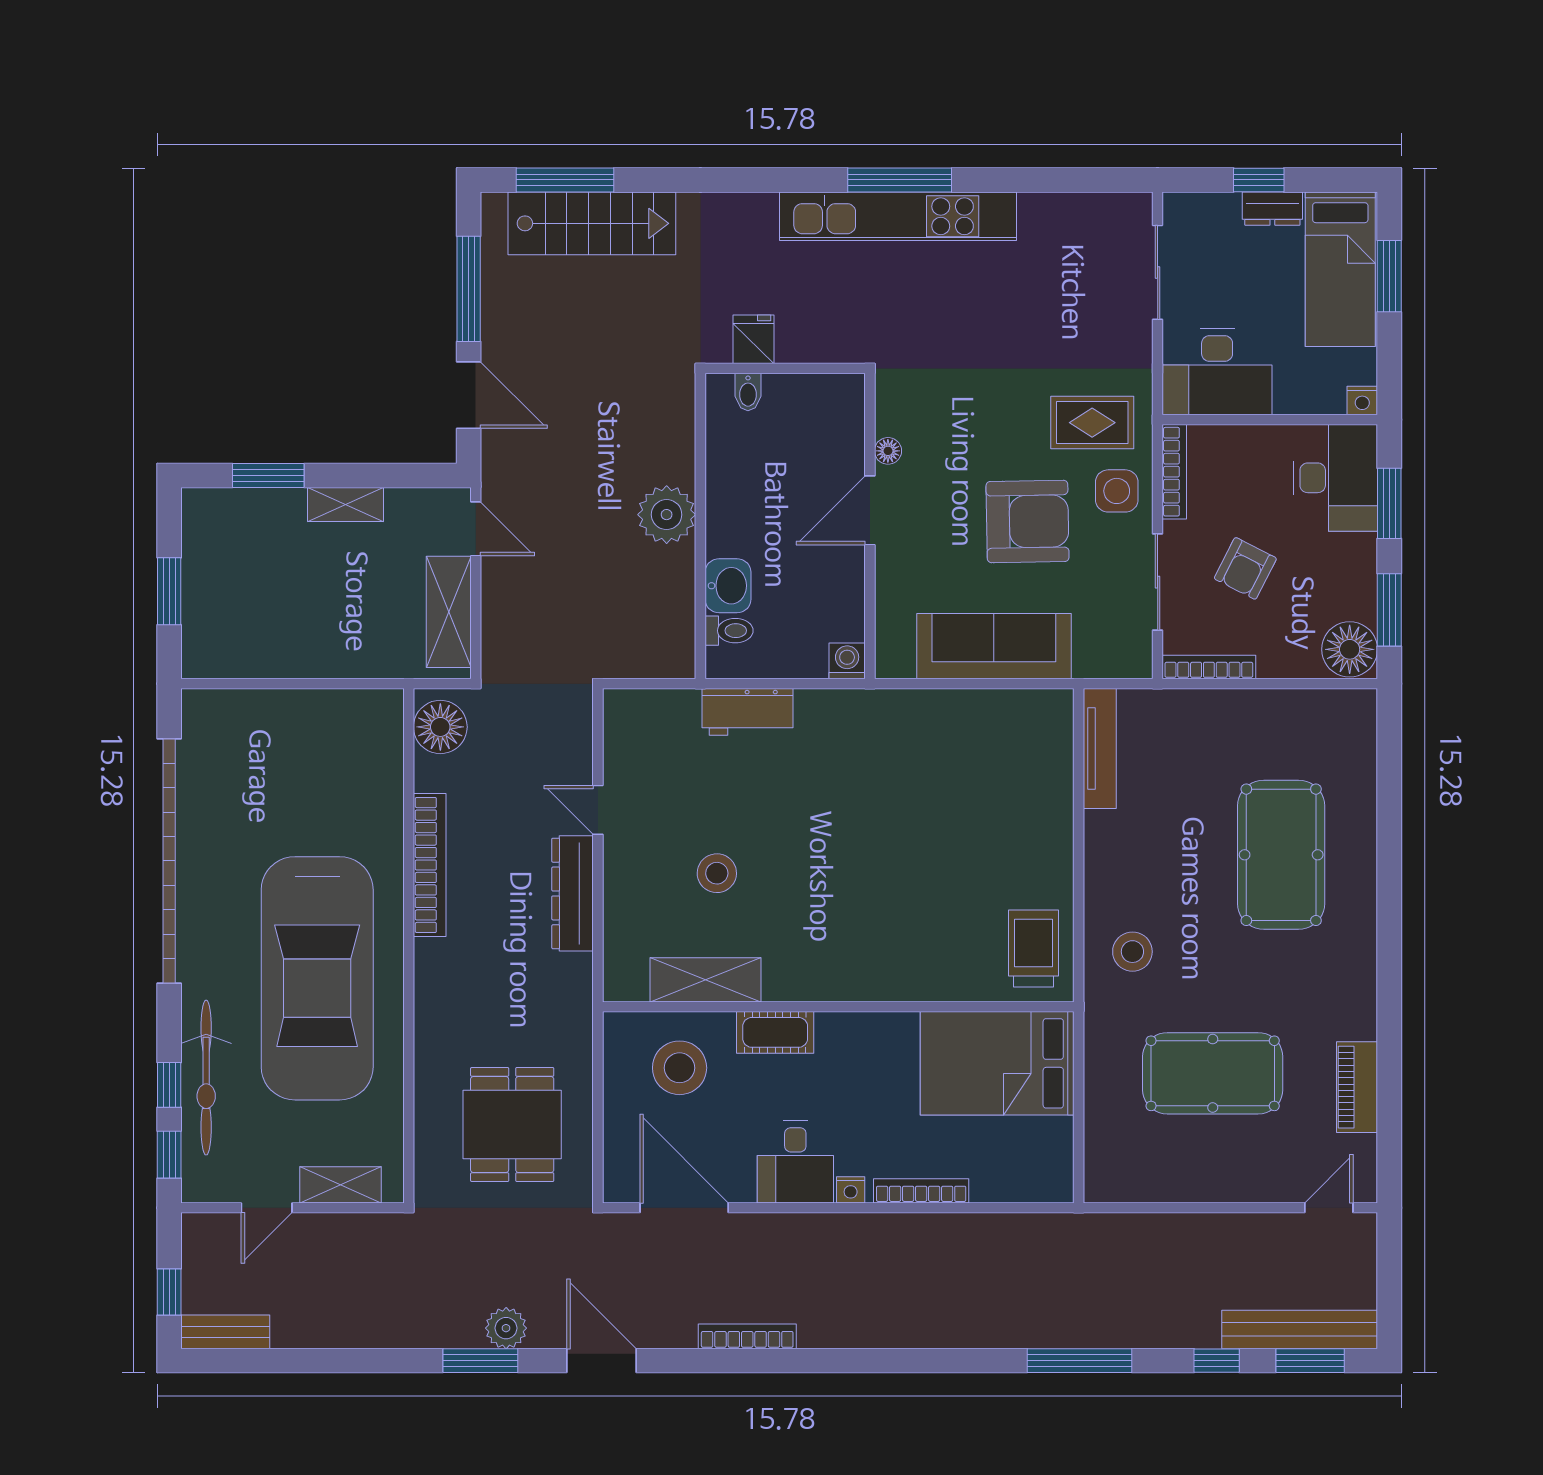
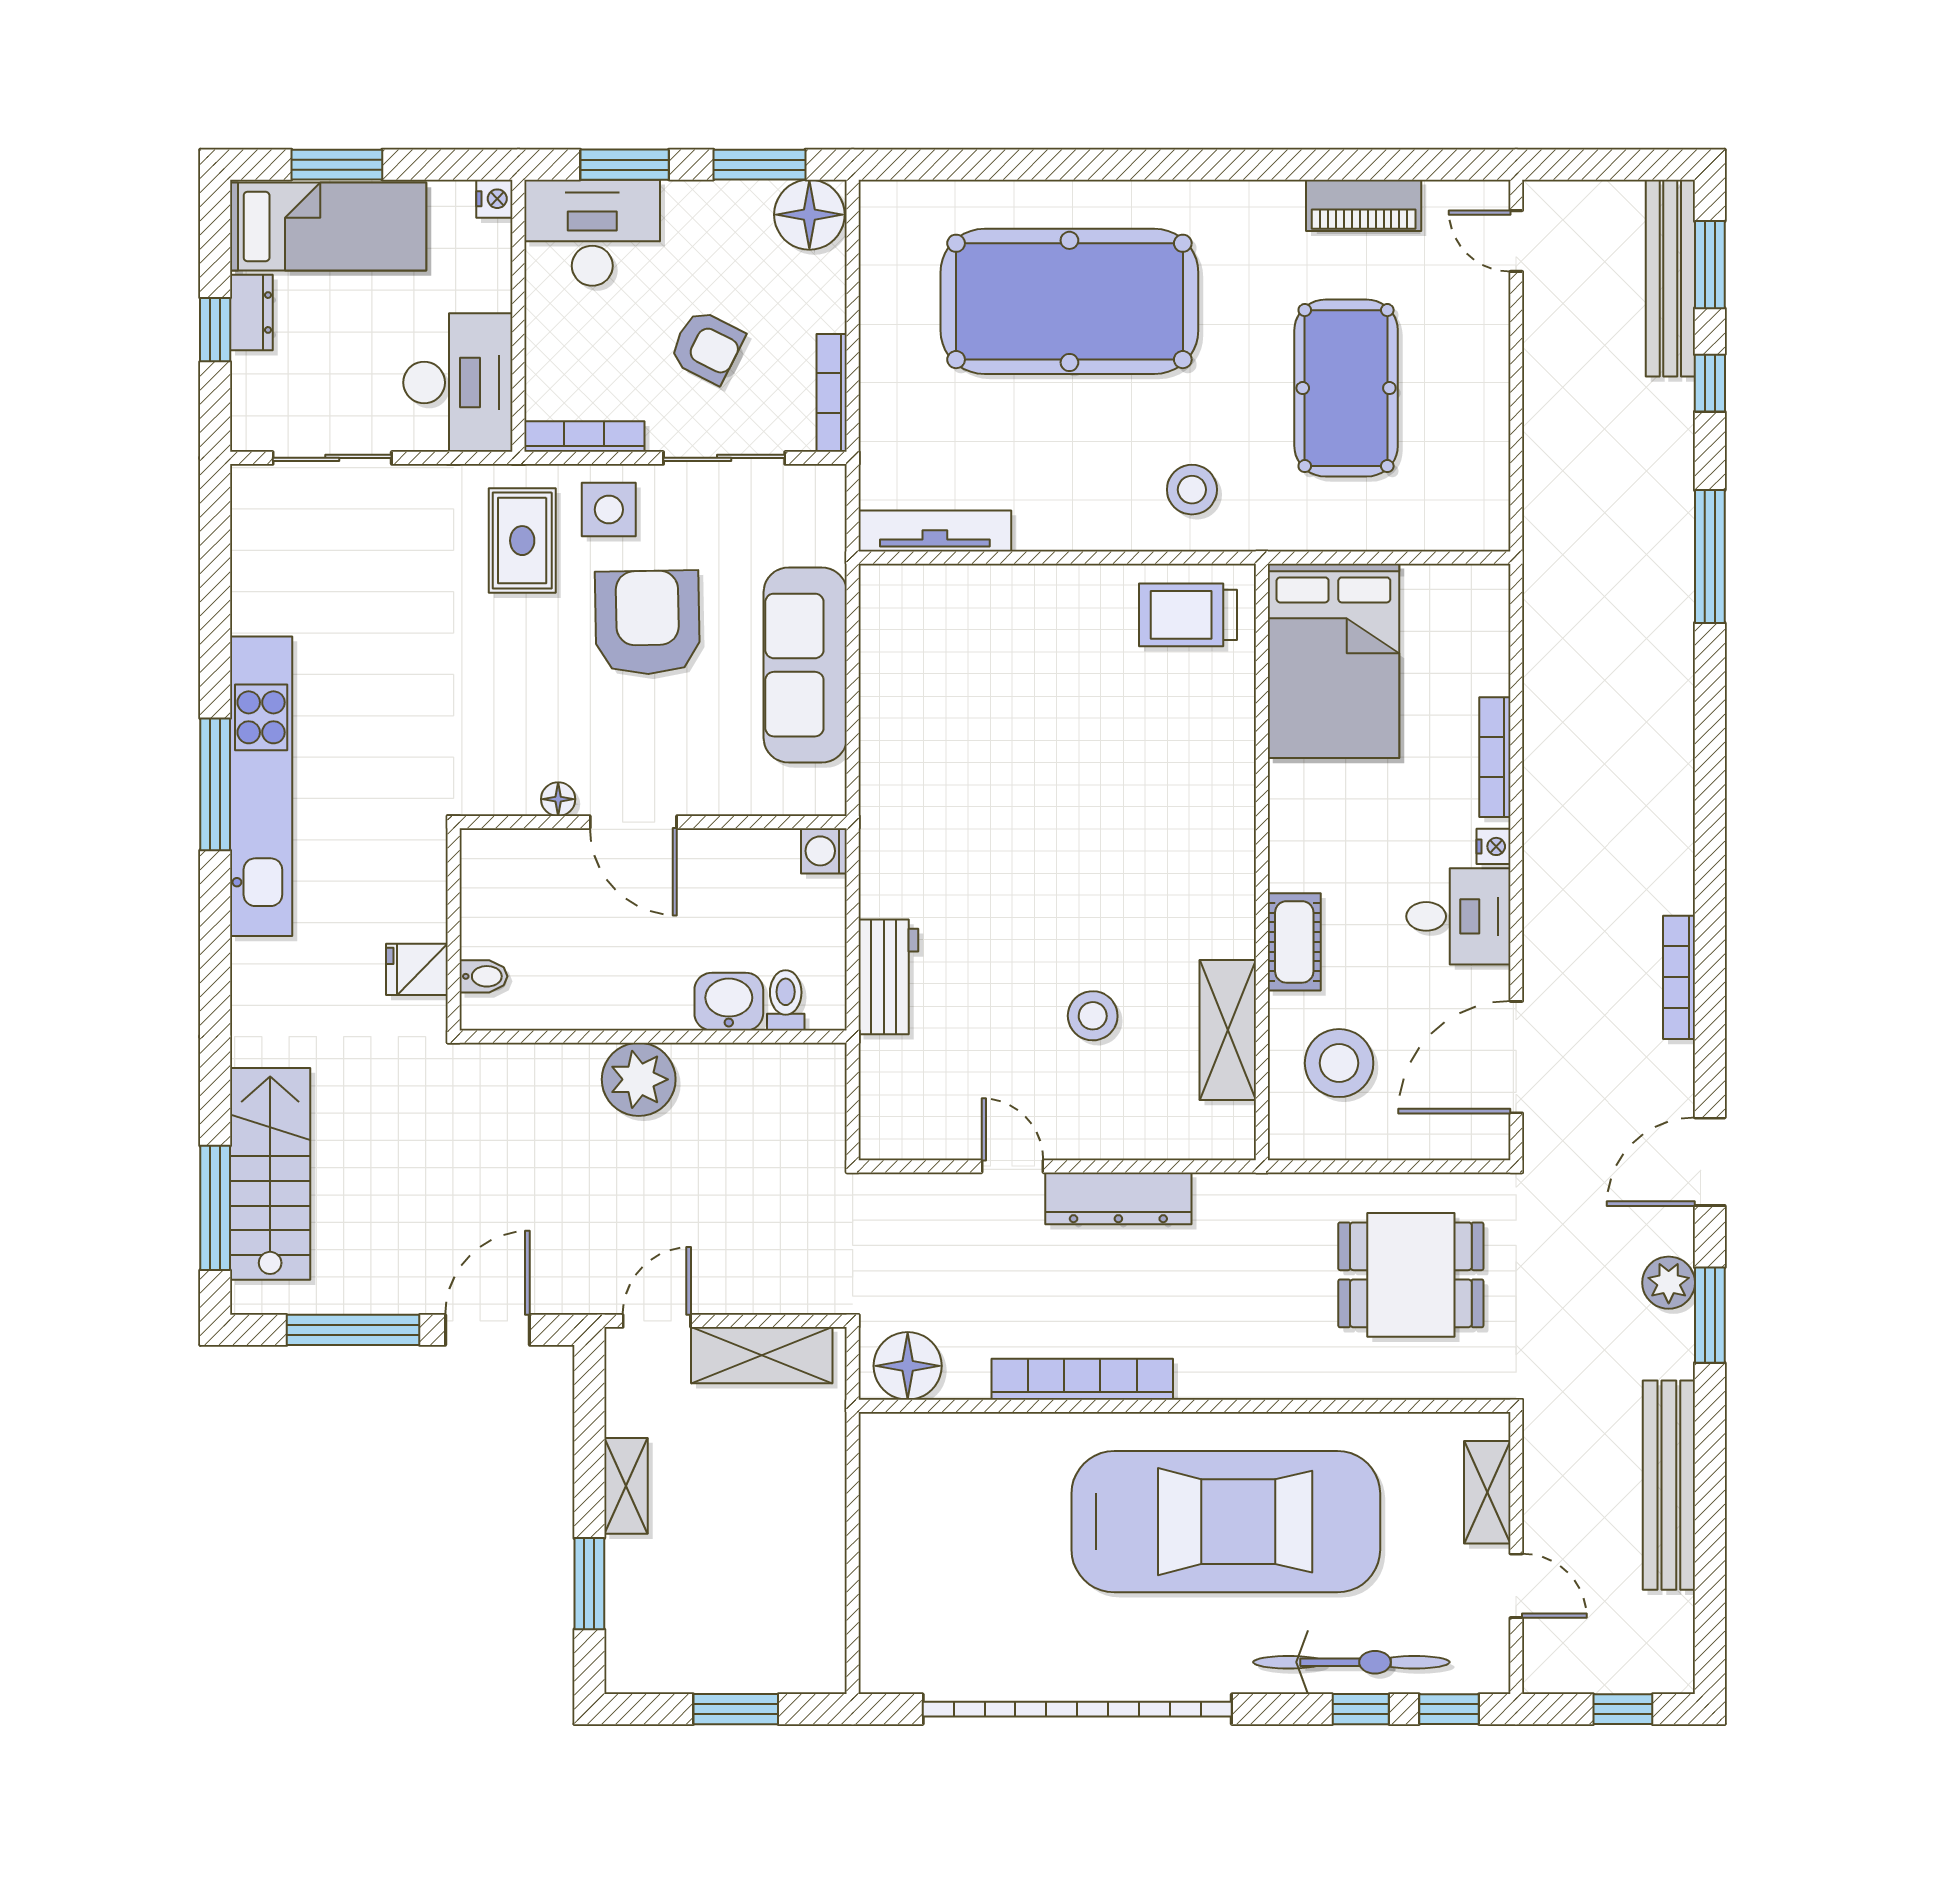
door: (598, 810) -> (1013, 1166), swing flipped
pool table: (1281, 855) -> (1069, 301), width x1.36, depth x1.32
bench: (225, 1332) -> (1669, 1485), moved, width x1.86, depth x1.21

